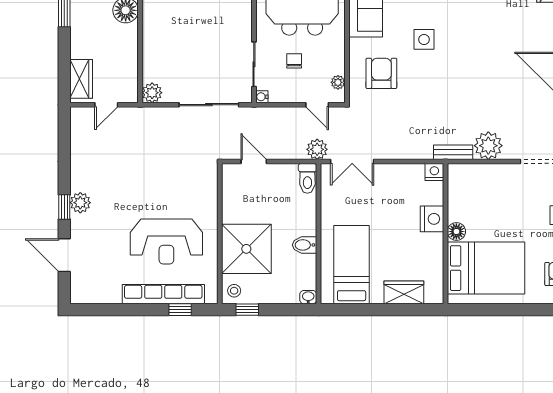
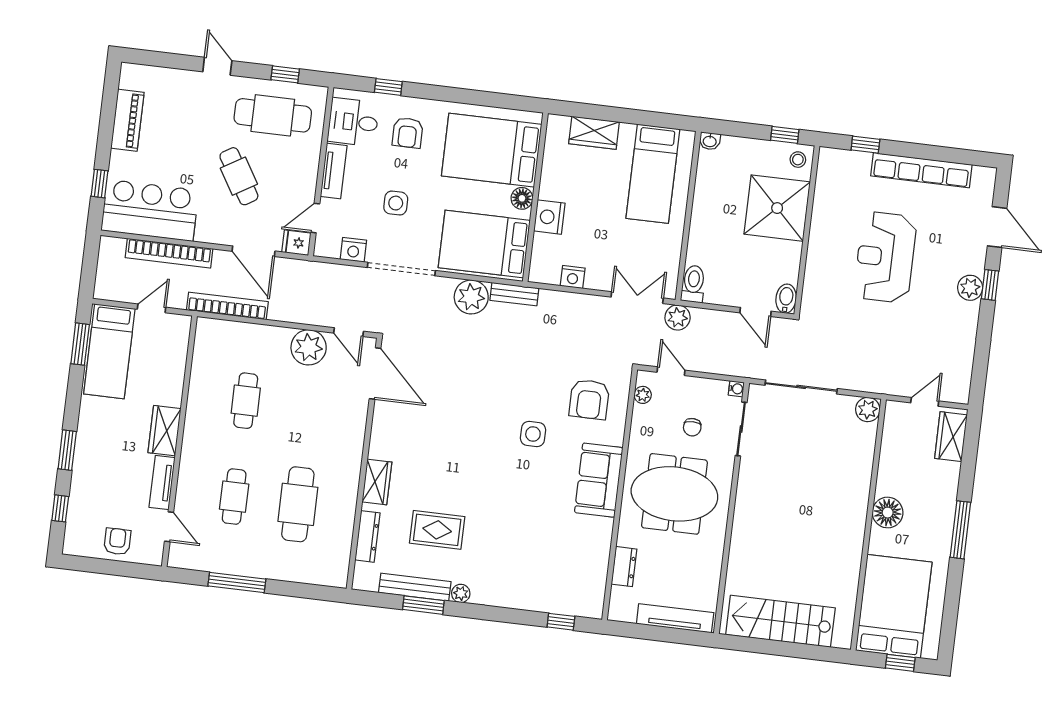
nightstand: (434, 172) -> (573, 277), moved
bed: (483, 190) -> (484, 244), added
reception desk: (166, 241) -> (885, 257), moved, turned -90
bidet: (304, 245) -> (786, 299), moved, turned -90
row of seats: (163, 294) -> (921, 170), moved

